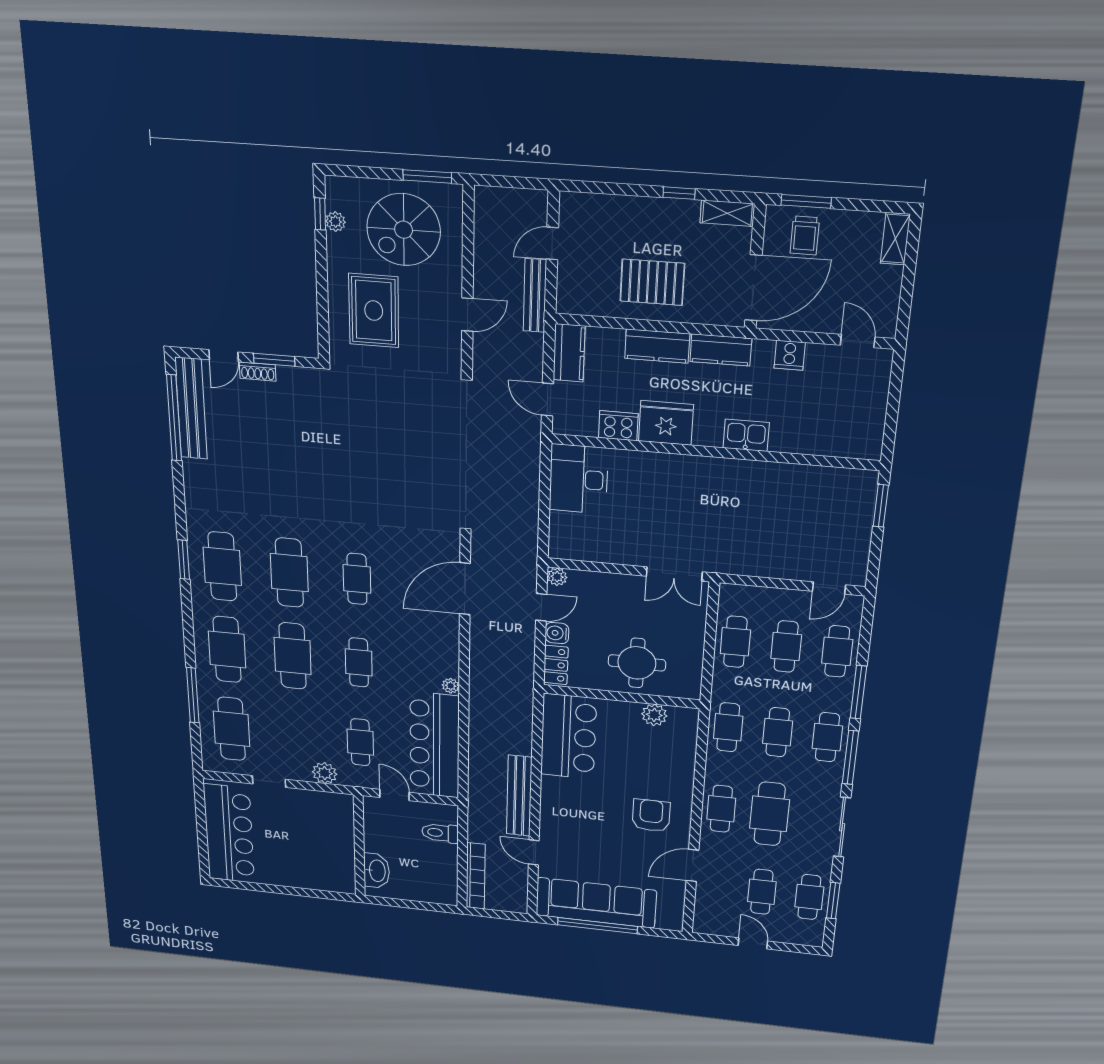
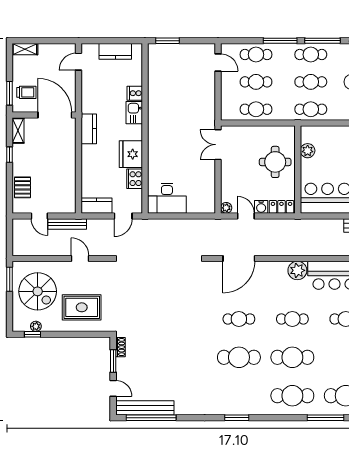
pallet: (652, 282) -> (23, 187), moved, width x0.67, depth x0.71
kitchen counter: (657, 346) -> (115, 51), moved, turned 90
cooker: (790, 355) -> (135, 93), moved, turned 180
shoe rack: (258, 372) -> (120, 347), moved
cafe table: (222, 566) -> (239, 396), removed
double door: (674, 574) -> (218, 145), swing flipped
door: (465, 589) -> (239, 258), hinge flipped
plant: (451, 686) -> (297, 270), width x1.87, depth x1.87

